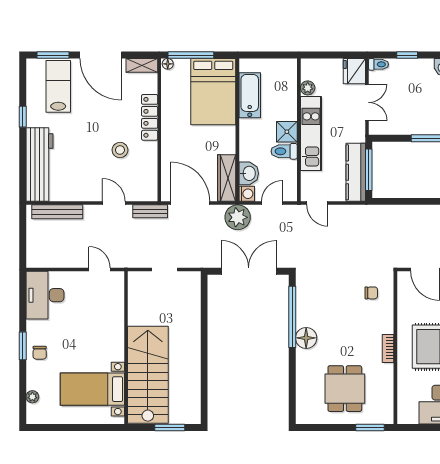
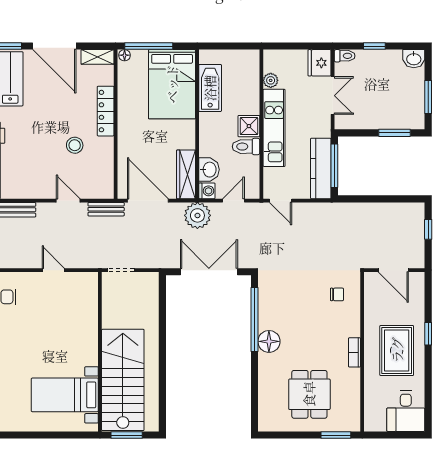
wall: (126, 348) -> (100, 352), moved
stairs: (148, 375) -> (123, 380), moved
bed with nightstands: (92, 389) -> (65, 395), moved

